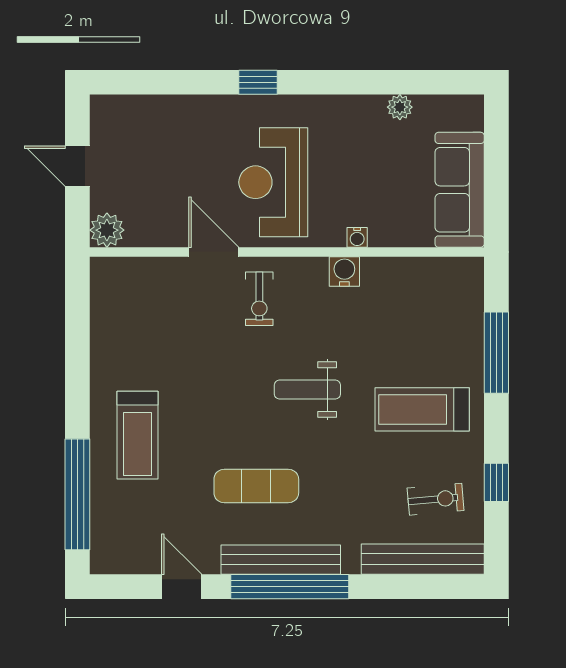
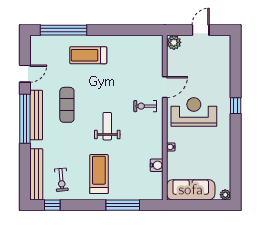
plant: (400, 107) -> (225, 195), moved
water cooler: (344, 271) -> (157, 165), moved
window: (496, 482) -> (52, 205), moved

